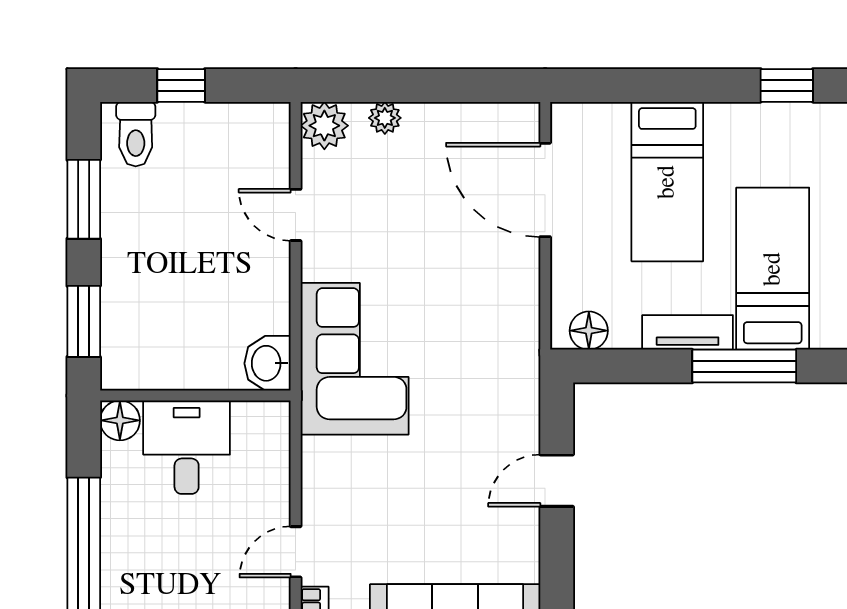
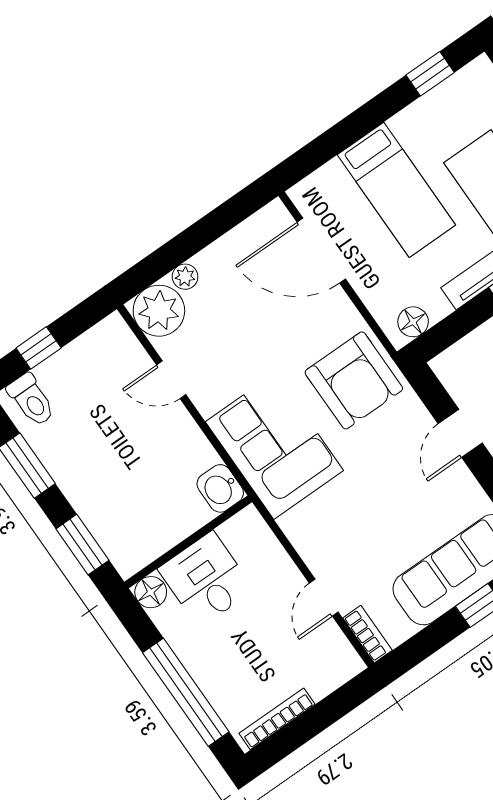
plant: (324, 126) -> (159, 311), width x1.36, depth x1.36
armchair: (485, 348) -> (354, 380), added

